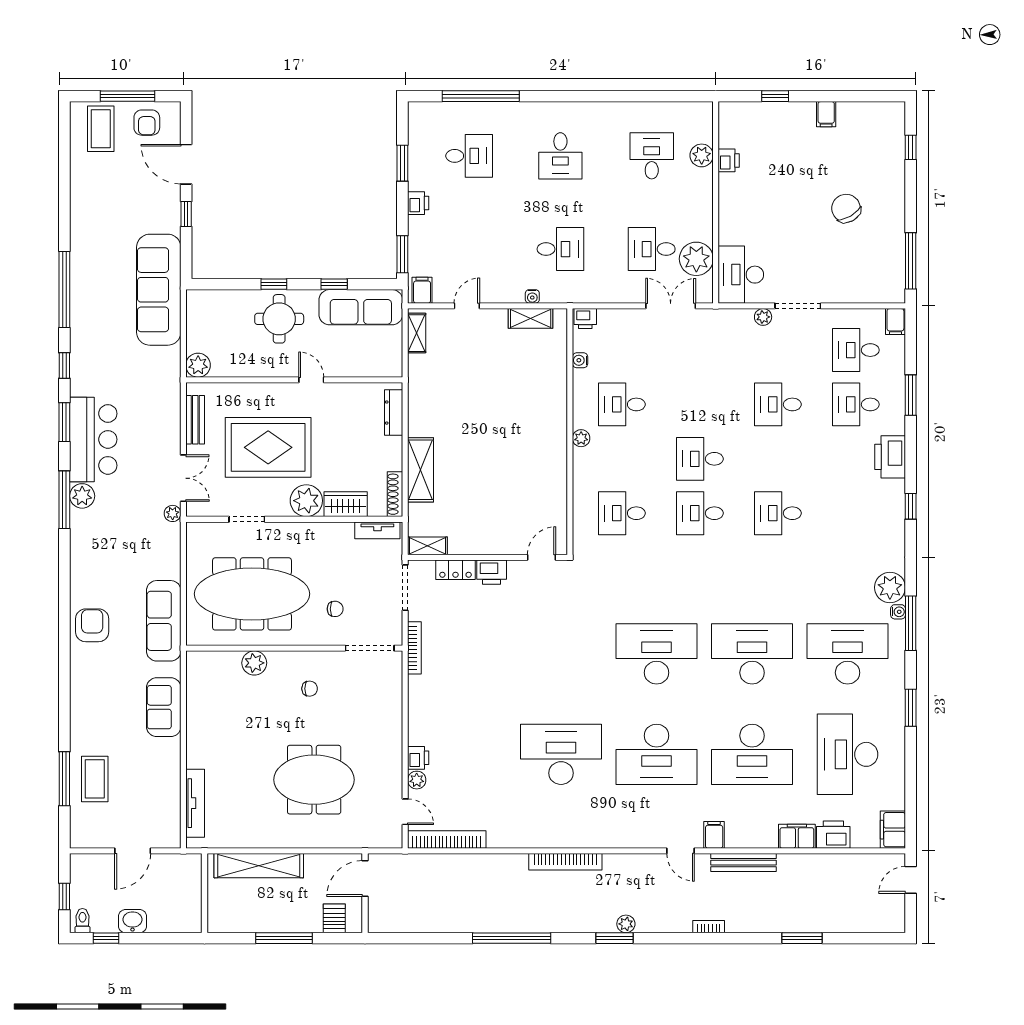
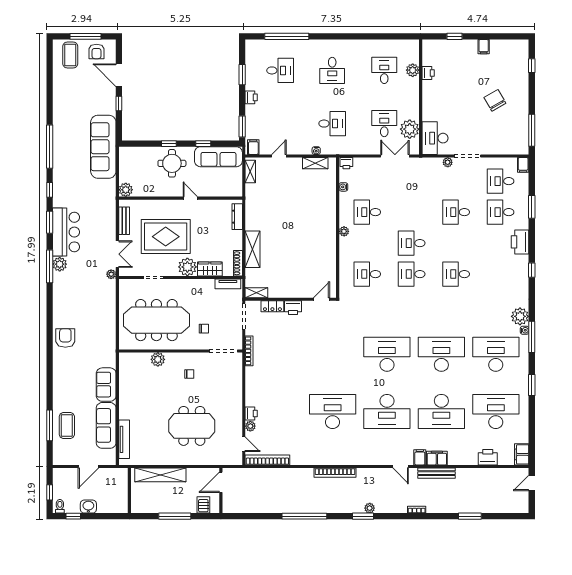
desk: (652, 249) -> (384, 124), turned 90
sofa: (164, 621) -> (106, 425), moved
desk: (848, 754) -> (496, 411), turned 90
filing cabinet: (797, 836) -> (437, 458), moved

